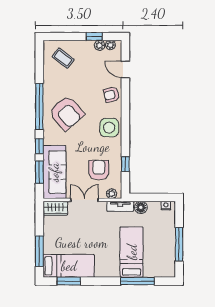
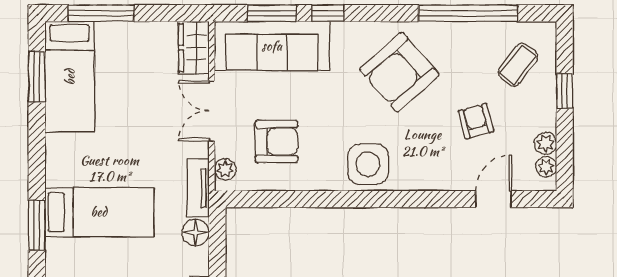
window: (94, 37) -> (565, 91), moved
armchair: (111, 95) -> (476, 121), moved
window: (39, 106) -> (468, 13), moved
window: (125, 164) -> (289, 199), removed
double door: (84, 200) -> (212, 111), swing flipped
window: (137, 281) -> (37, 225), width x0.69

